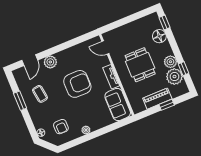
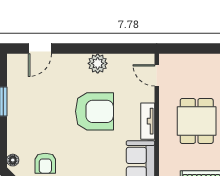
plant: (50, 62) -> (98, 63), moved
coffee table: (40, 94) -> (34, 103), removed

